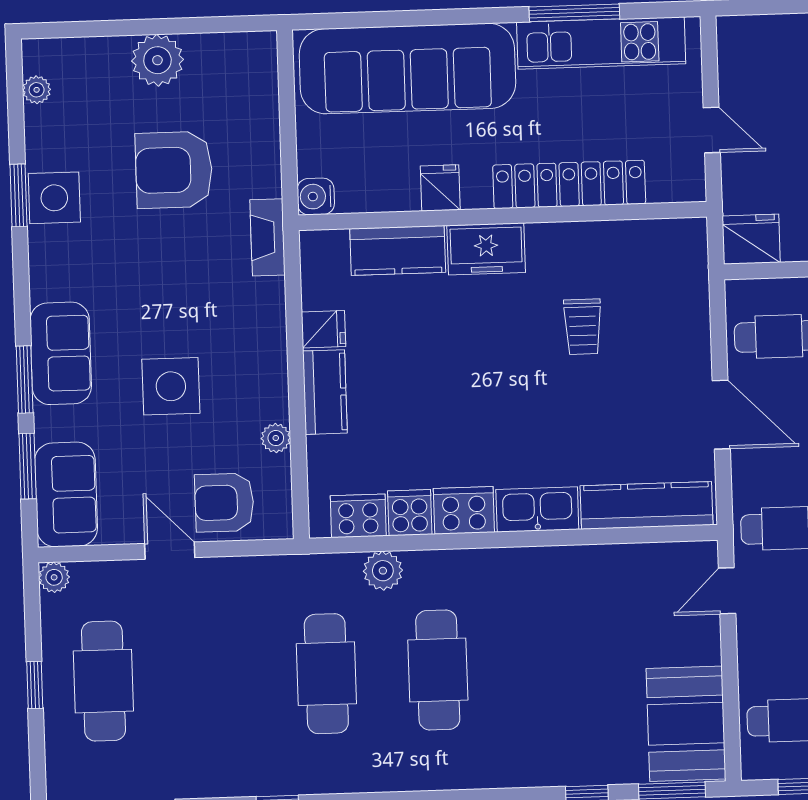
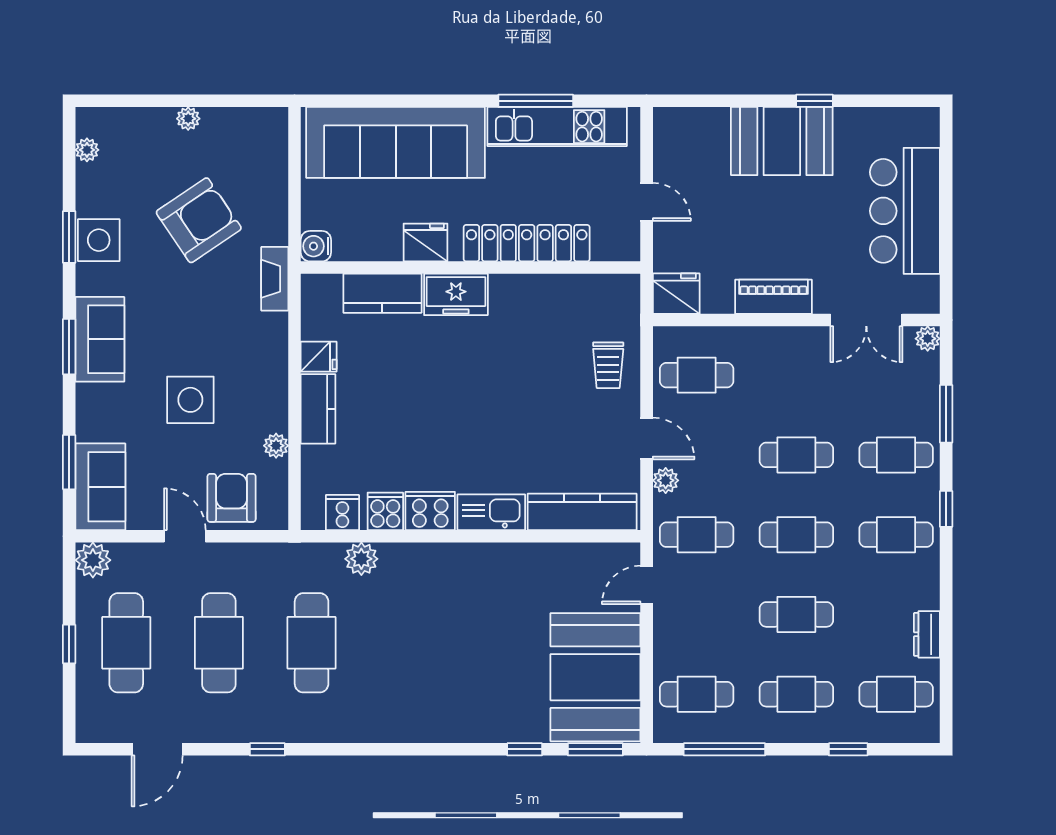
plant: (157, 60) -> (188, 119), width x0.53, depth x0.53
armchair: (174, 170) -> (199, 220), turned 146
fridge: (440, 188) -> (426, 242), width x1.38
trolley: (583, 327) -> (608, 365), moved
sofa: (61, 353) -> (100, 339), moved
window: (25, 379) -> (69, 347), moved
door: (721, 415) -> (647, 439), width x0.73
plant: (746, 464) -> (666, 480), added
armchair: (224, 503) -> (232, 498), turned 90
cooker: (358, 516) -> (342, 513), width x0.73
plant: (54, 577) -> (93, 560), width x1.38, depth x1.38
cafe table: (438, 670) -> (219, 643), moved
booth: (686, 724) -> (595, 677), width x1.36, depth x1.42

